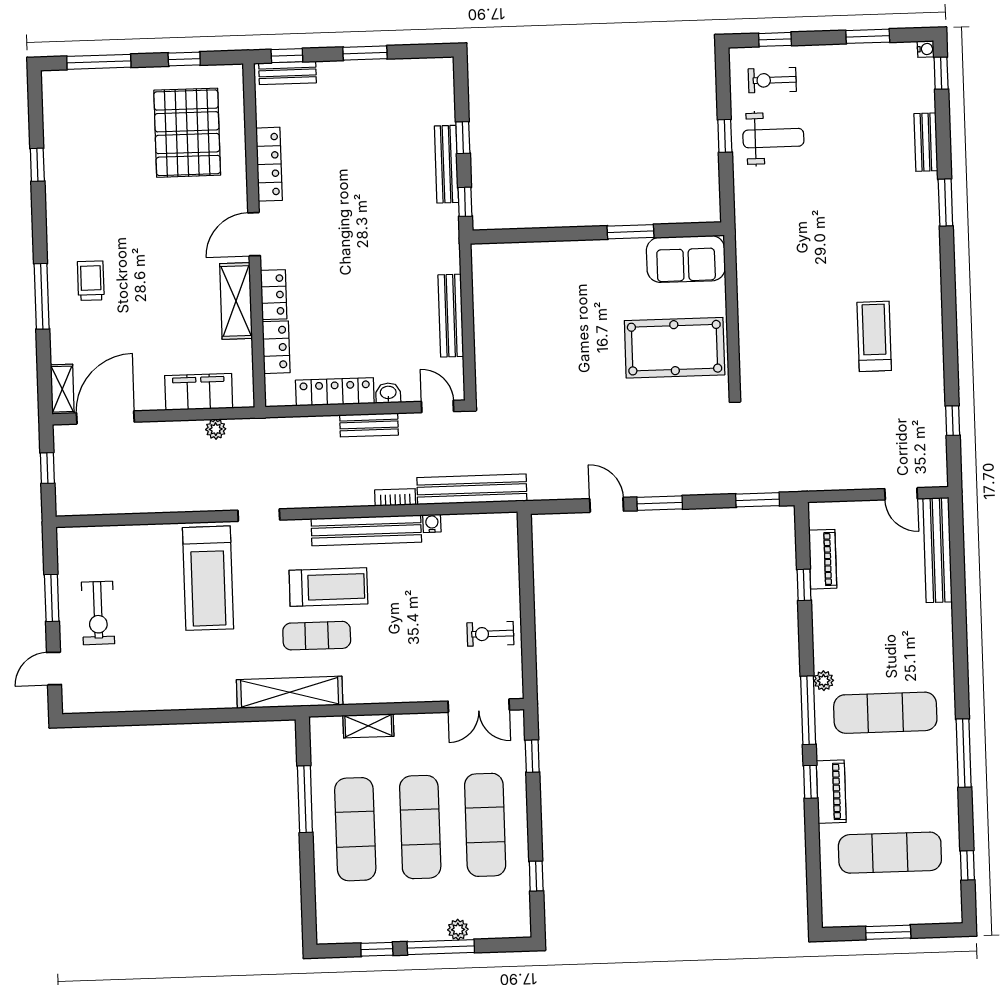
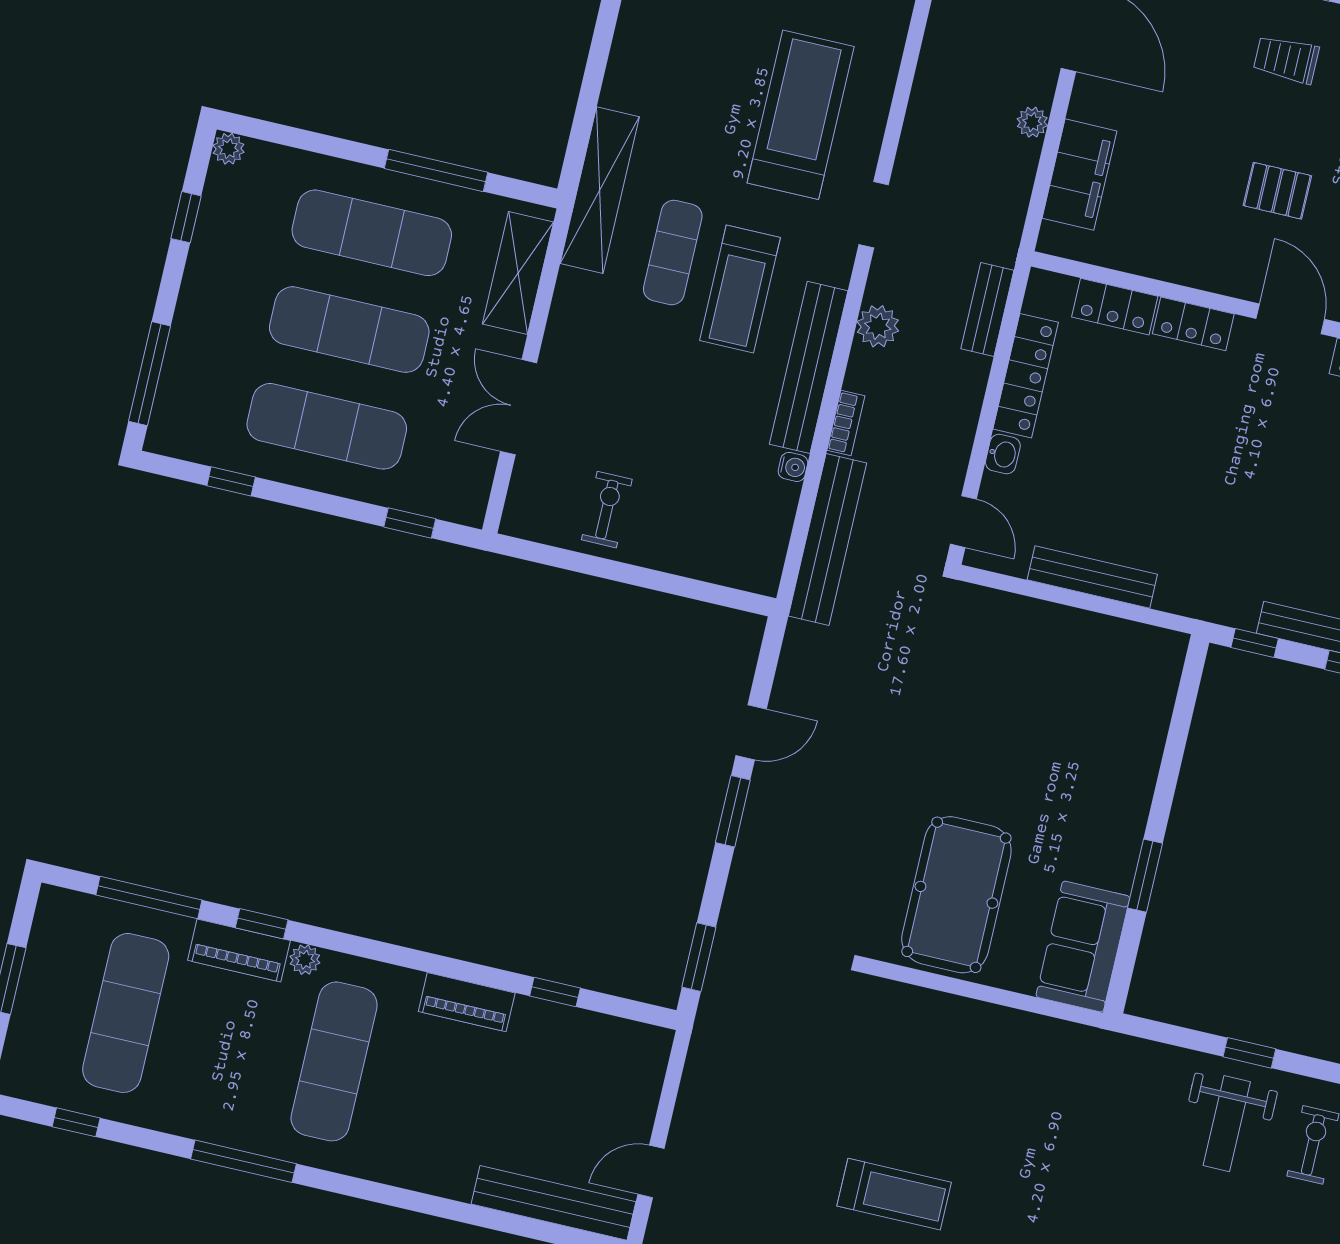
pallet: (175, 264) -> (1277, 191), added
trolley: (91, 281) -> (1286, 59), turned 180
shelving: (236, 301) -> (1199, 266), removed
door: (438, 406) -> (963, 522), hinge flipped
bench: (369, 425) -> (987, 309), moved
plant: (216, 429) -> (1032, 122), moved
plant: (329, 494) -> (878, 326), added
piano: (823, 559) -> (467, 1002), moved
treadmill: (208, 578) -> (801, 115), turned 90
plant: (824, 681) -> (305, 960), moved
double door: (479, 706) -> (519, 407), moved
window: (808, 710) -> (149, 897), moved
shelving: (368, 726) -> (518, 273), width x1.50, depth x1.33
plant: (458, 930) -> (229, 149), moved
window: (441, 947) -> (150, 374), moved

